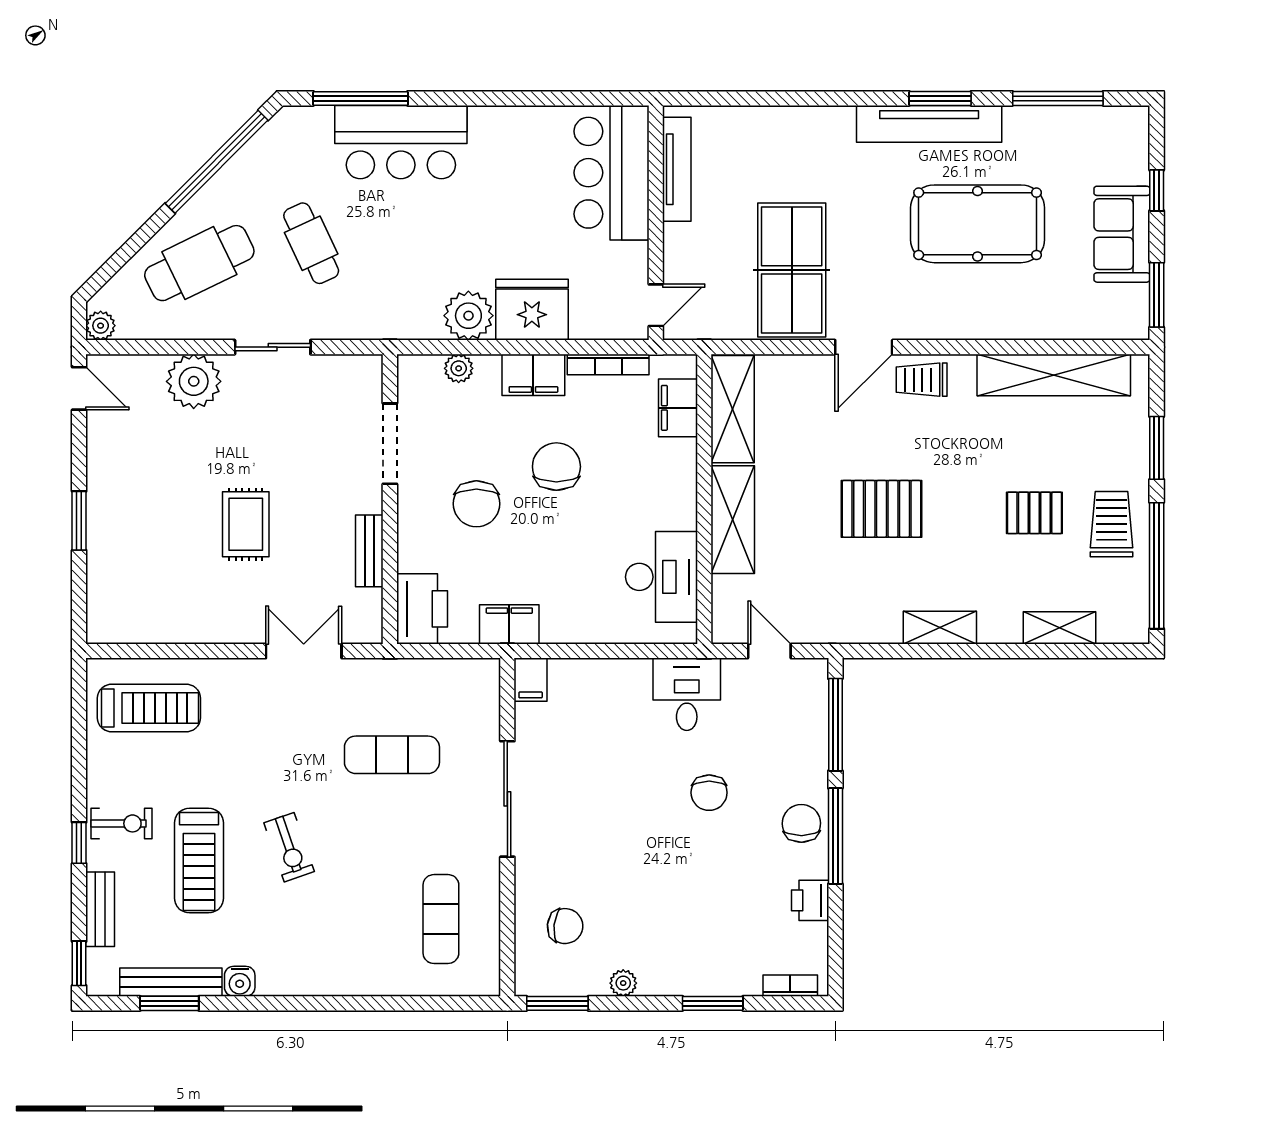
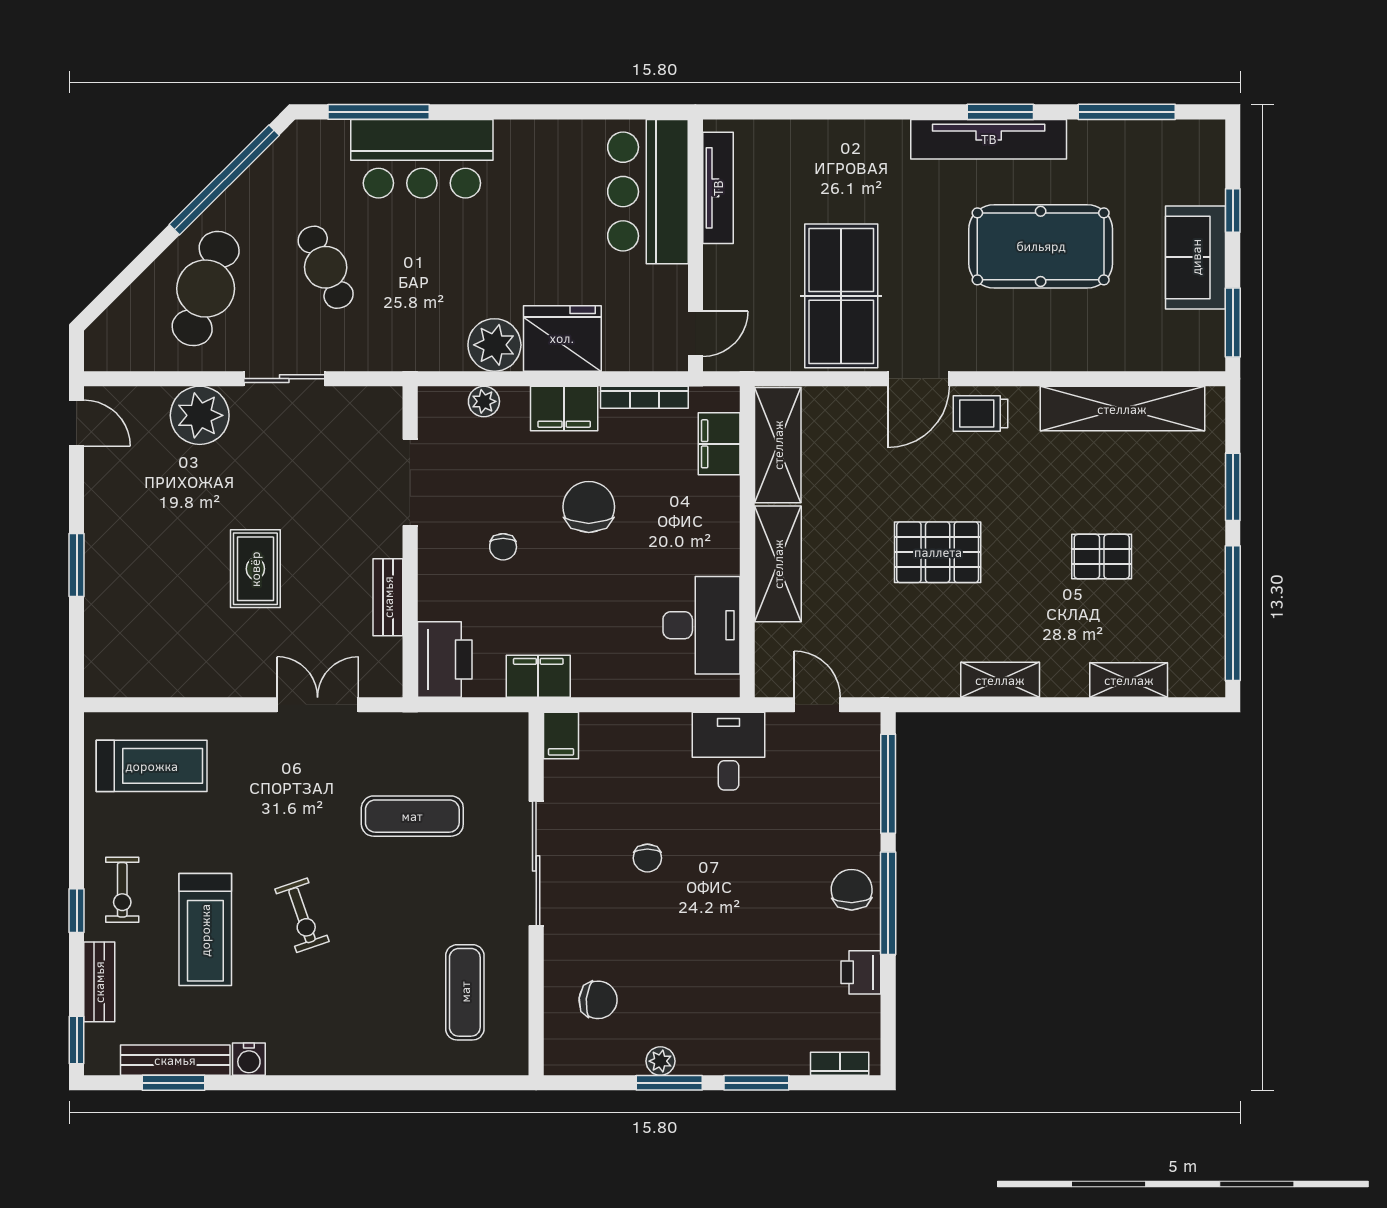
cafe table: (199, 263) -> (206, 289), turned -45
plant: (101, 326) -> (100, 356), removed
chair: (476, 504) -> (503, 547), width x0.54, depth x0.54
trolley: (1112, 524) -> (1184, 569), removed
chair: (709, 793) -> (647, 858), moved, width x0.73, depth x0.73
exercise bike: (122, 823) -> (122, 890), turned 90
window: (557, 1003) -> (669, 1083), moved

